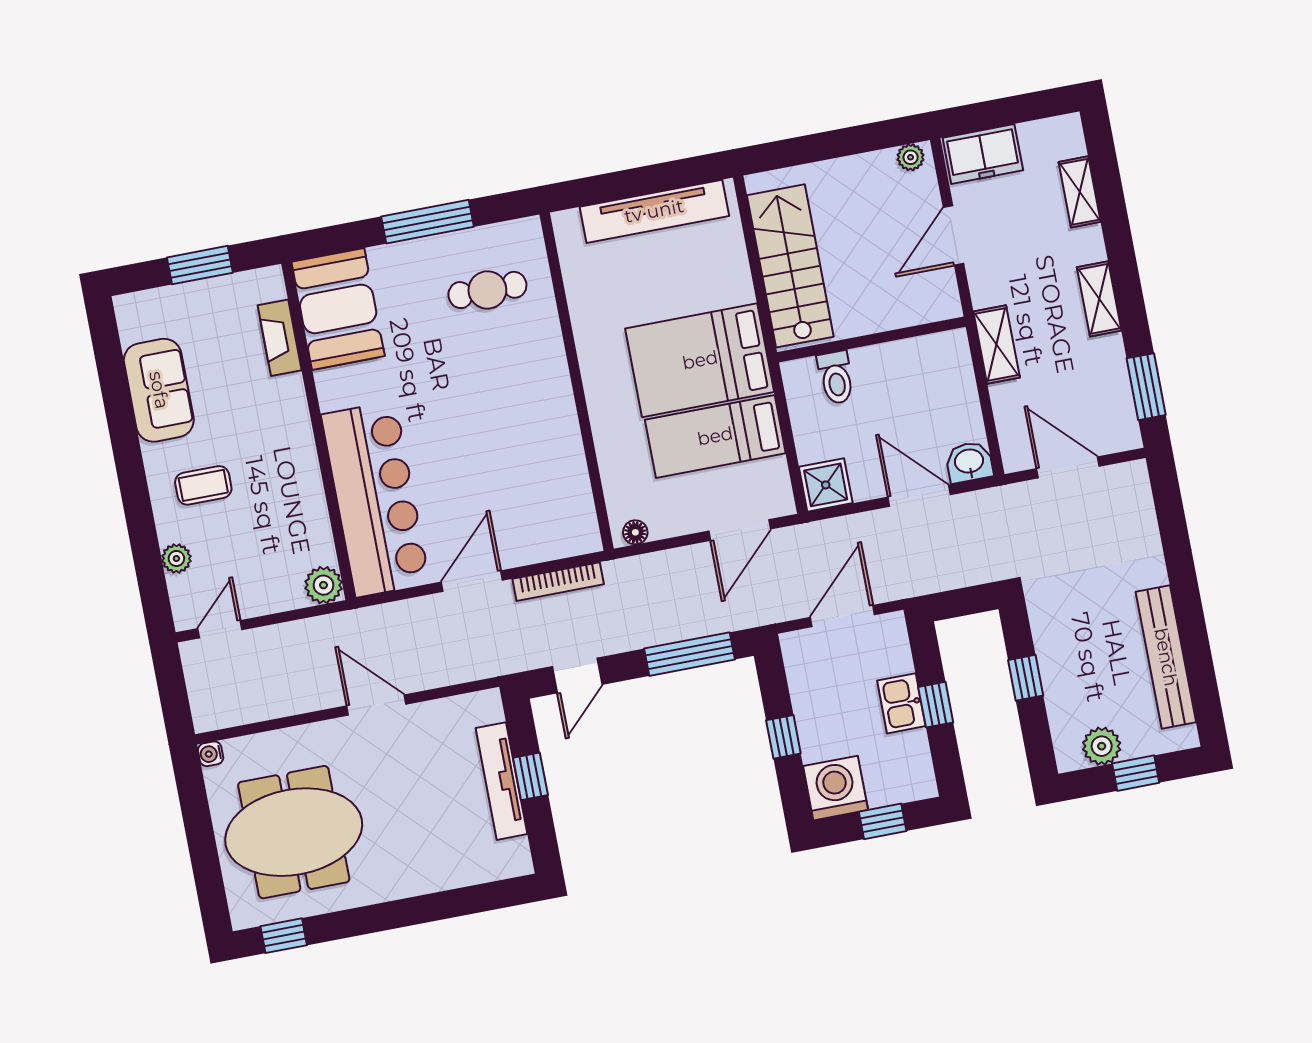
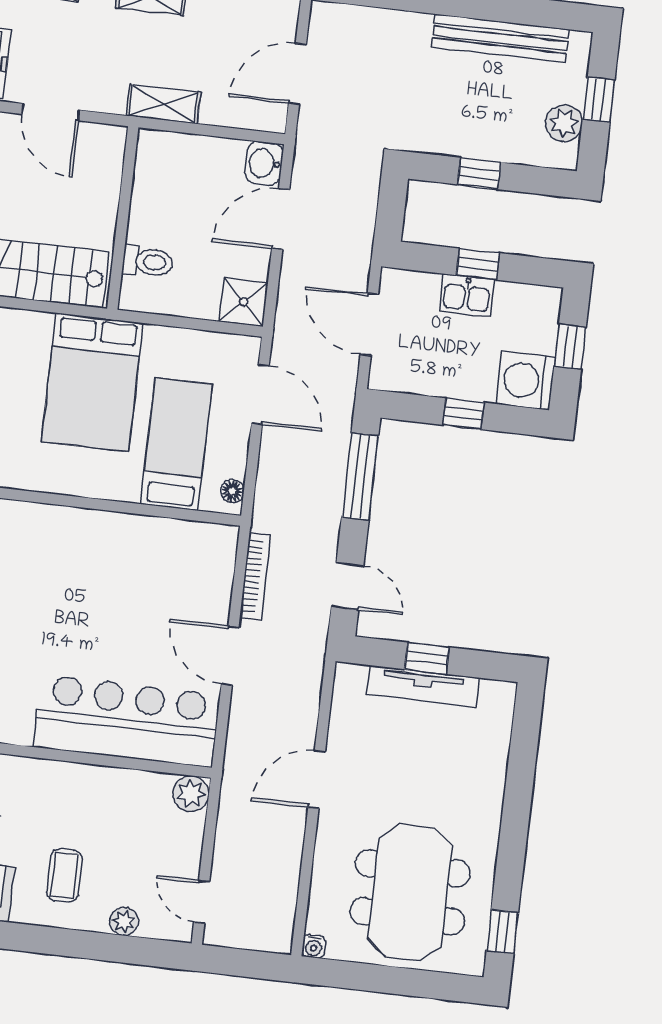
bed: (715, 436) -> (176, 444), moved, turned 180

